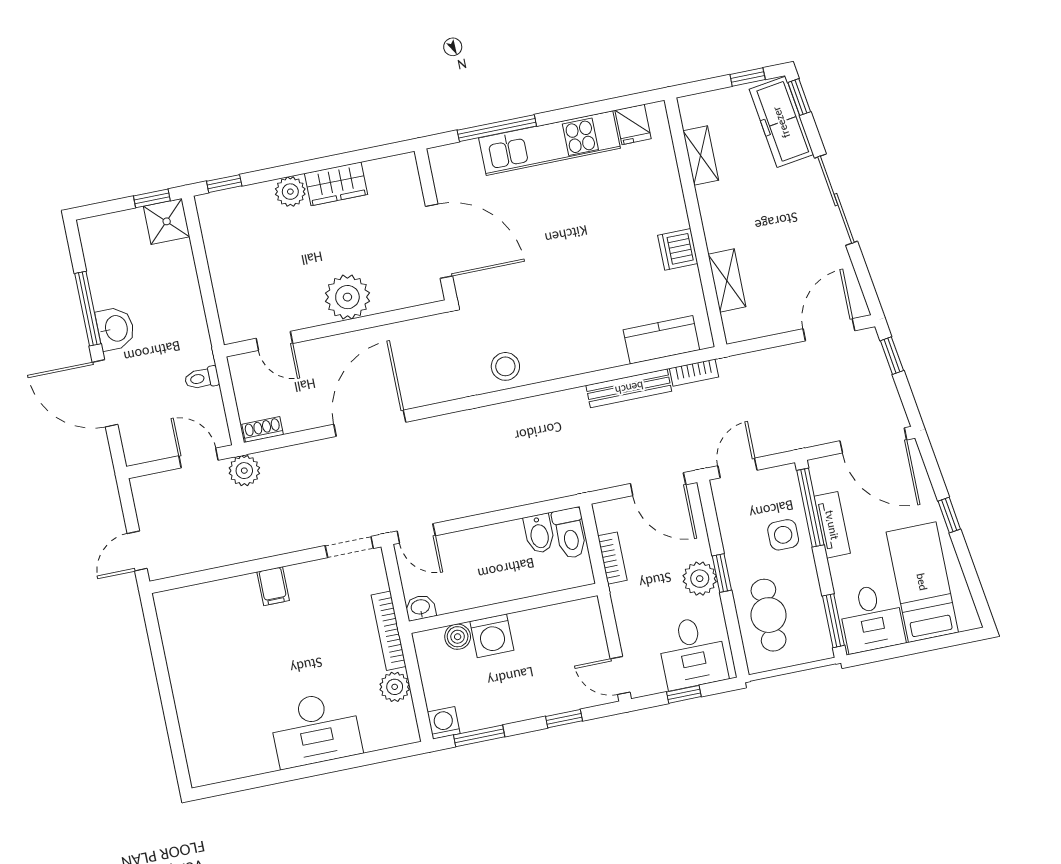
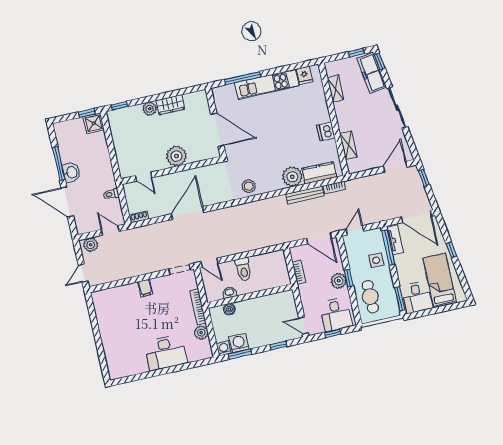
plant: (602, 347) -> (292, 177), added
plant: (244, 471) -> (91, 245), moved
tv unit: (832, 525) -> (395, 240), moved
toilet: (570, 533) -> (244, 269), moved
bidet: (539, 534) -> (265, 262), removed
washbasin: (420, 608) -> (230, 292), moved
washing machine: (492, 636) -> (239, 343), moved, turned 180

